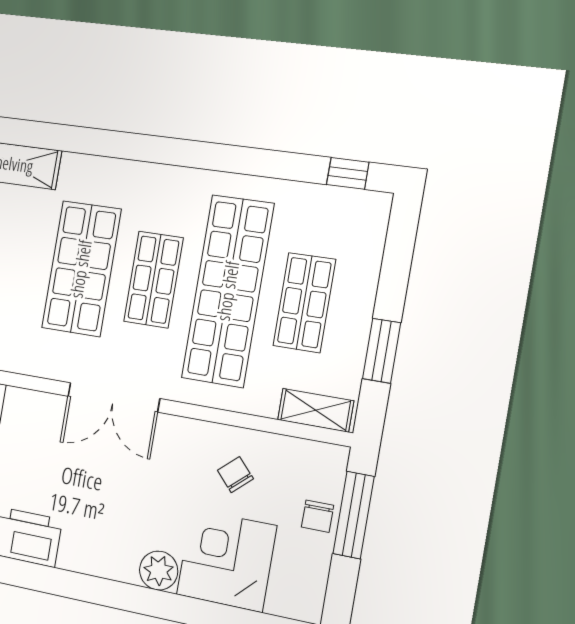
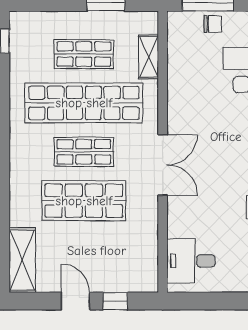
shelving: (316, 410) -> (149, 57), moved
chair: (235, 475) -> (197, 79), removed

